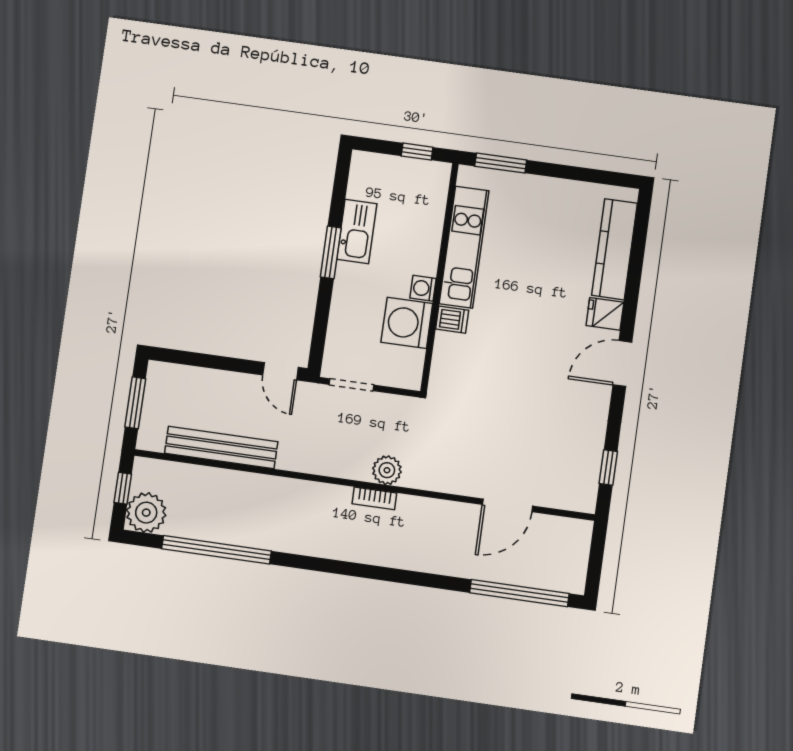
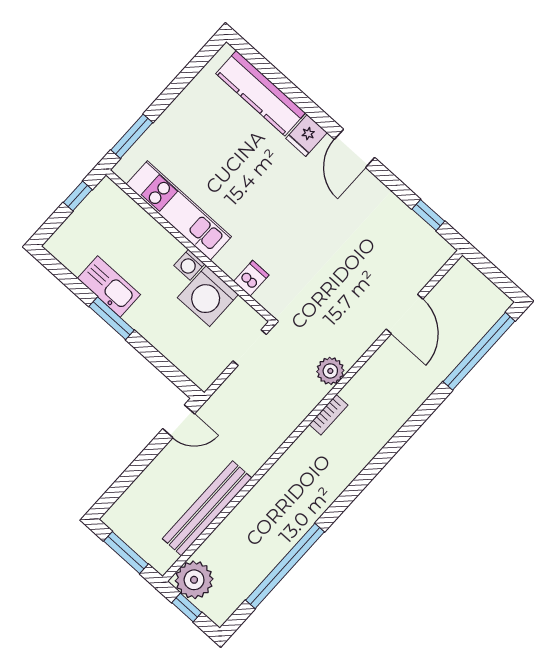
dishwasher: (452, 320) -> (251, 278), moved
doorway: (351, 385) -> (250, 348), moved
plant: (387, 470) -> (330, 371), moved
plant: (146, 513) -> (194, 580), moved

